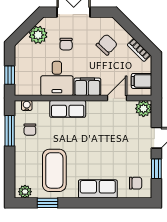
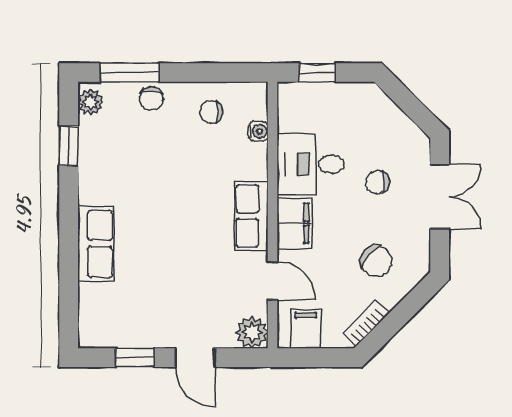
plant: (38, 35) -> (395, 128), removed
water cooler: (27, 105) -> (258, 131), moved
row of seats: (68, 109) -> (251, 216), moved
window: (10, 131) -> (129, 73), moved
coffee table: (54, 170) -> (132, 159), removed
chair: (136, 183) -> (151, 99), moved

